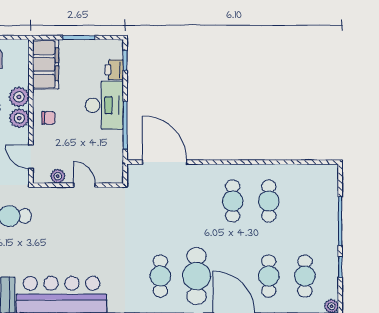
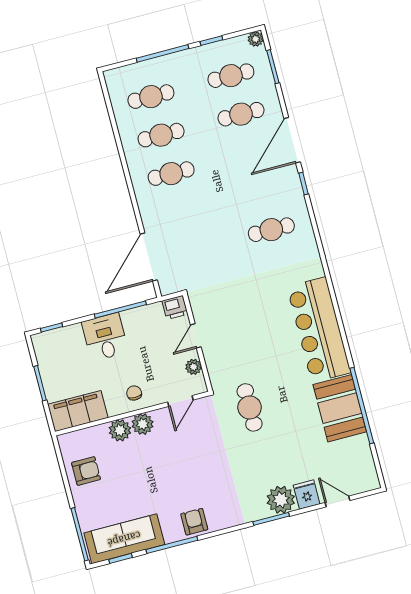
printer: (114, 70) -> (175, 307), moved
desk: (104, 105) -> (105, 337), width x0.73
cafe table: (197, 276) -> (151, 97), moved, width x0.73, depth x0.74

